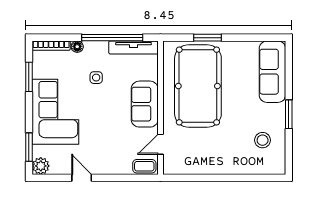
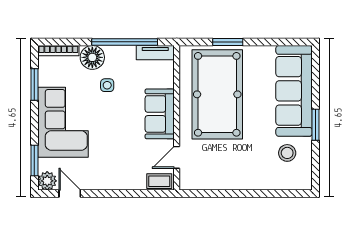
floor lamp: (77, 47) -> (92, 57), width x1.89, depth x1.89
tv unit: (133, 47) -> (155, 53), width x0.71
sofa: (272, 72) -> (294, 91), width x1.36, depth x1.27
door: (82, 178) -> (70, 194), moved

